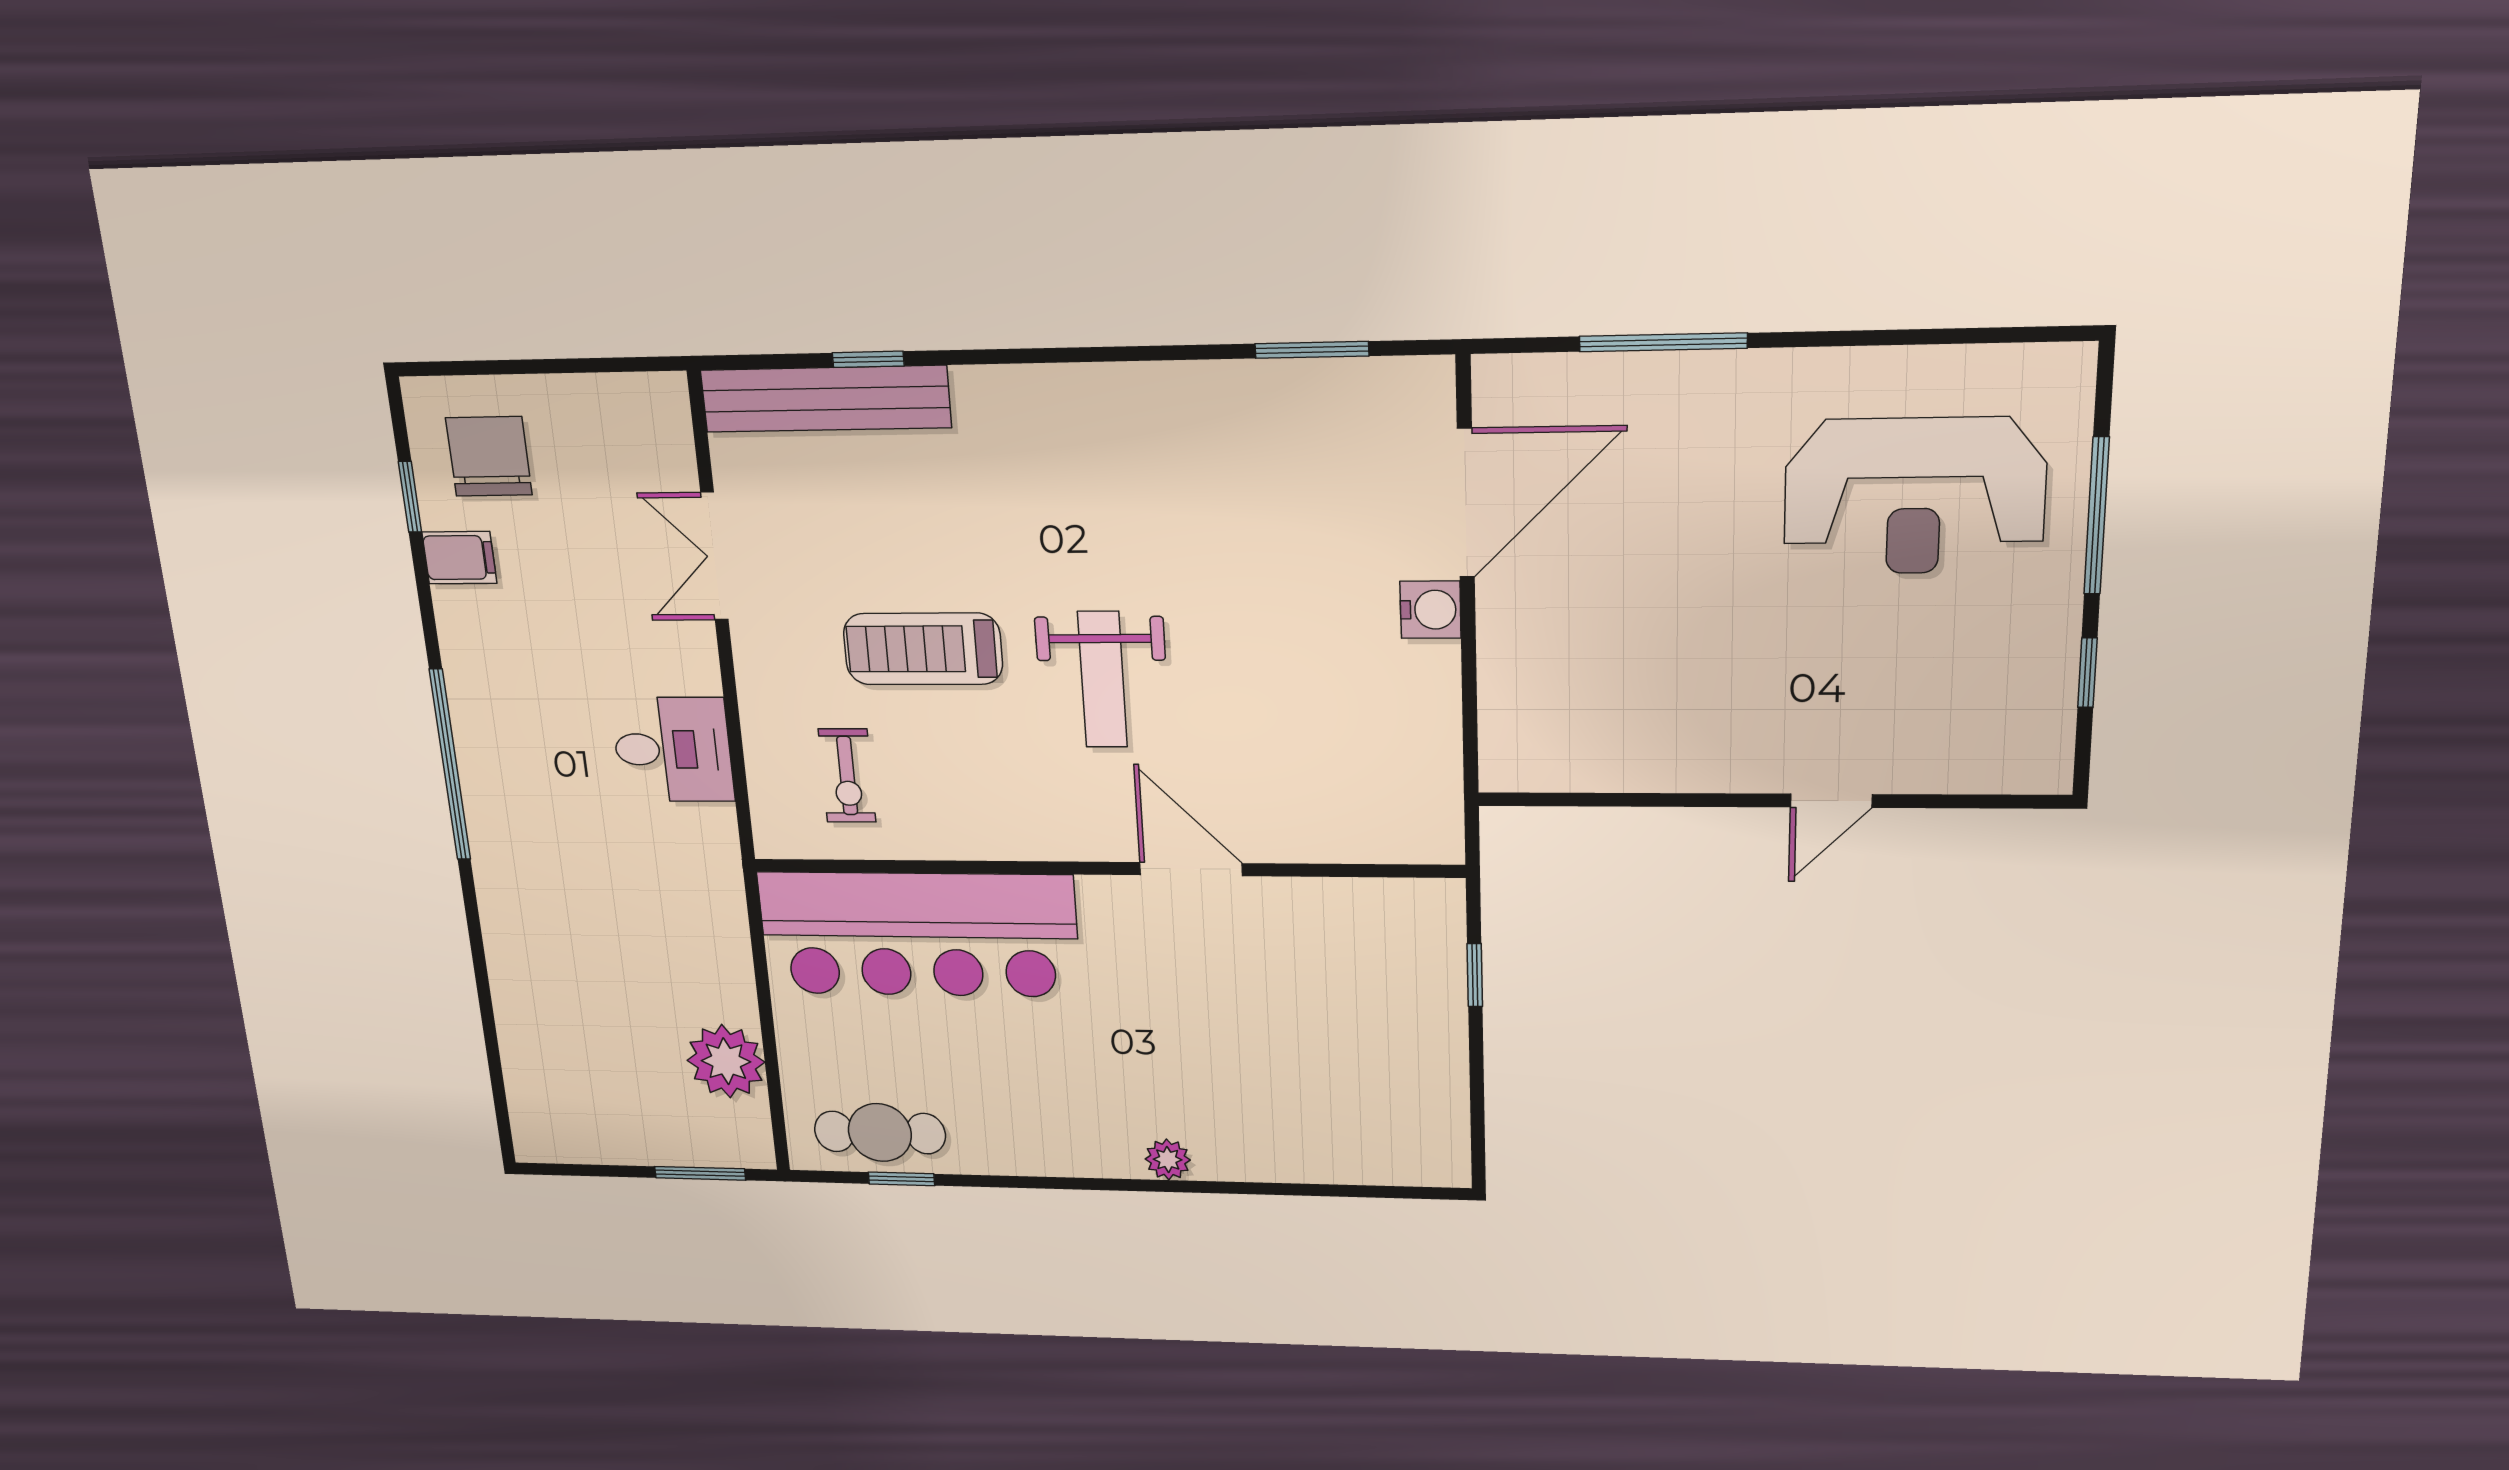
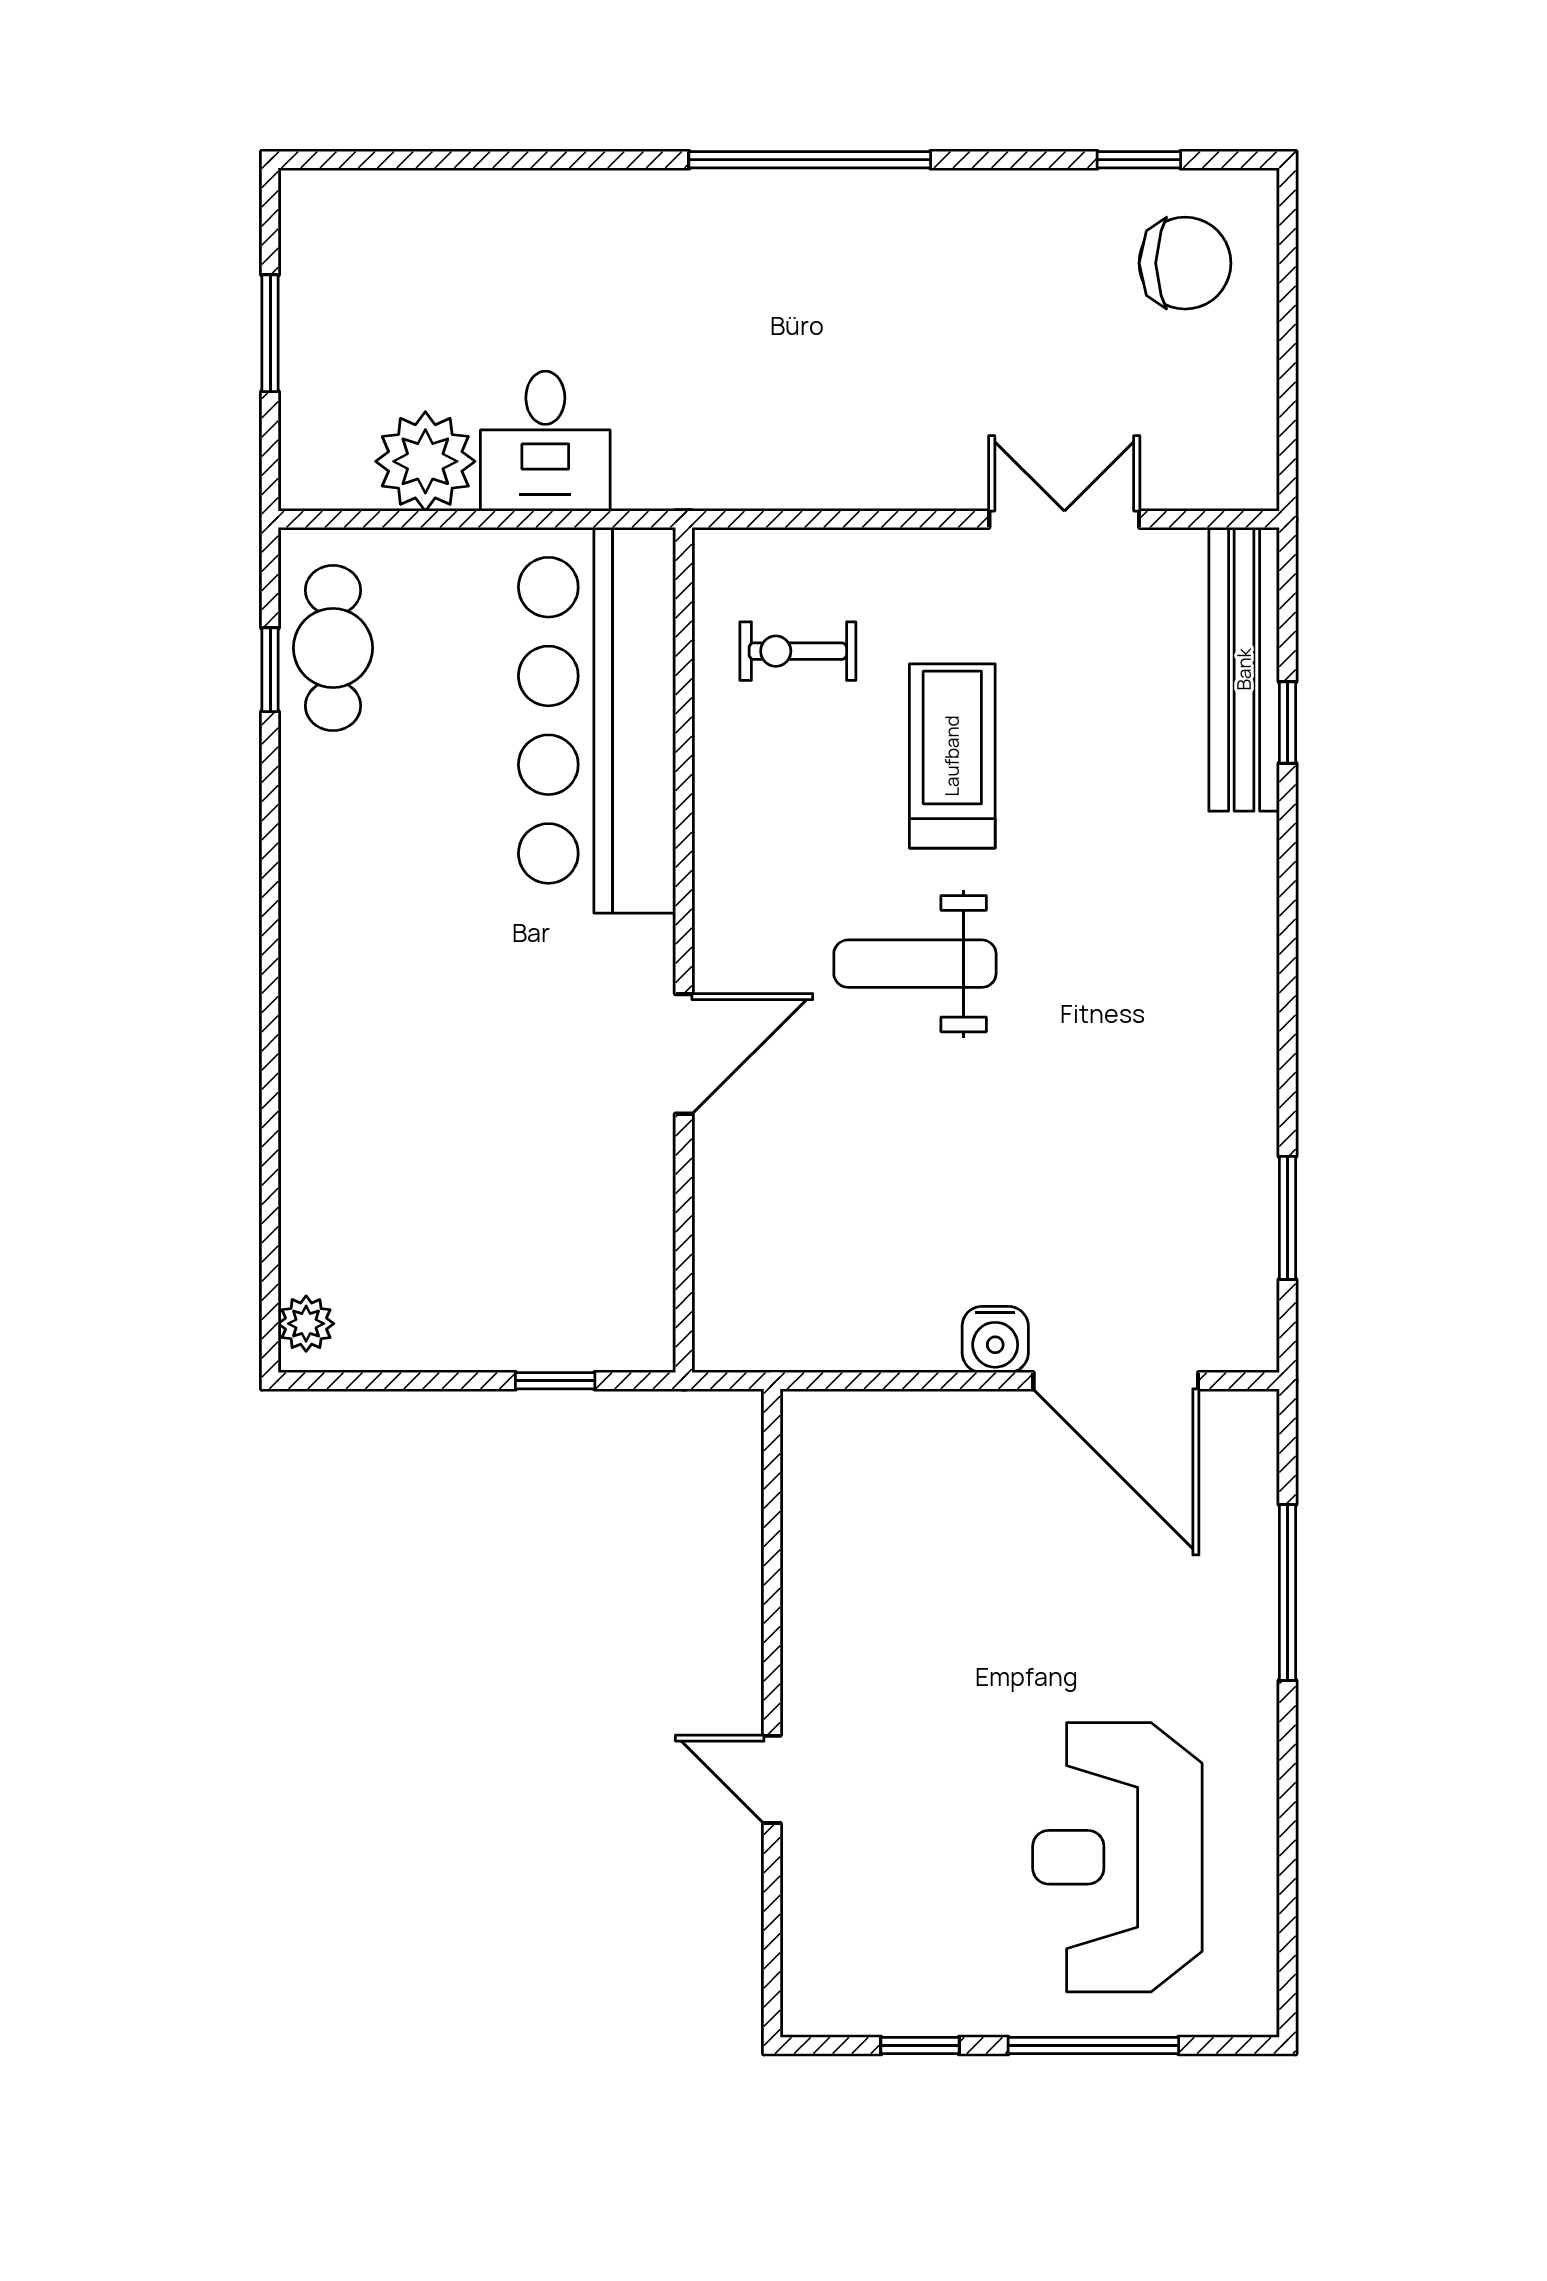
filing cabinet: (459, 558) -> (1066, 210), removed
desk: (673, 749) -> (545, 441), moved
plant: (1168, 1159) -> (306, 1324), moved
window: (700, 1173) -> (270, 333), moved

